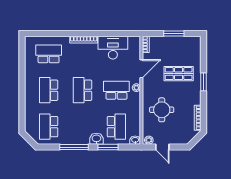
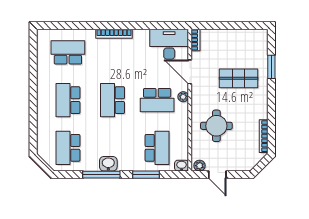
window: (174, 33) -> (232, 26), removed
desk: (113, 48) -> (169, 44), moved
door: (141, 69) -> (190, 72), swing flipped
window: (204, 82) -> (271, 67), moved
school desk: (116, 90) -> (157, 100), turned 180
washbasin: (96, 139) -> (108, 164), moved

